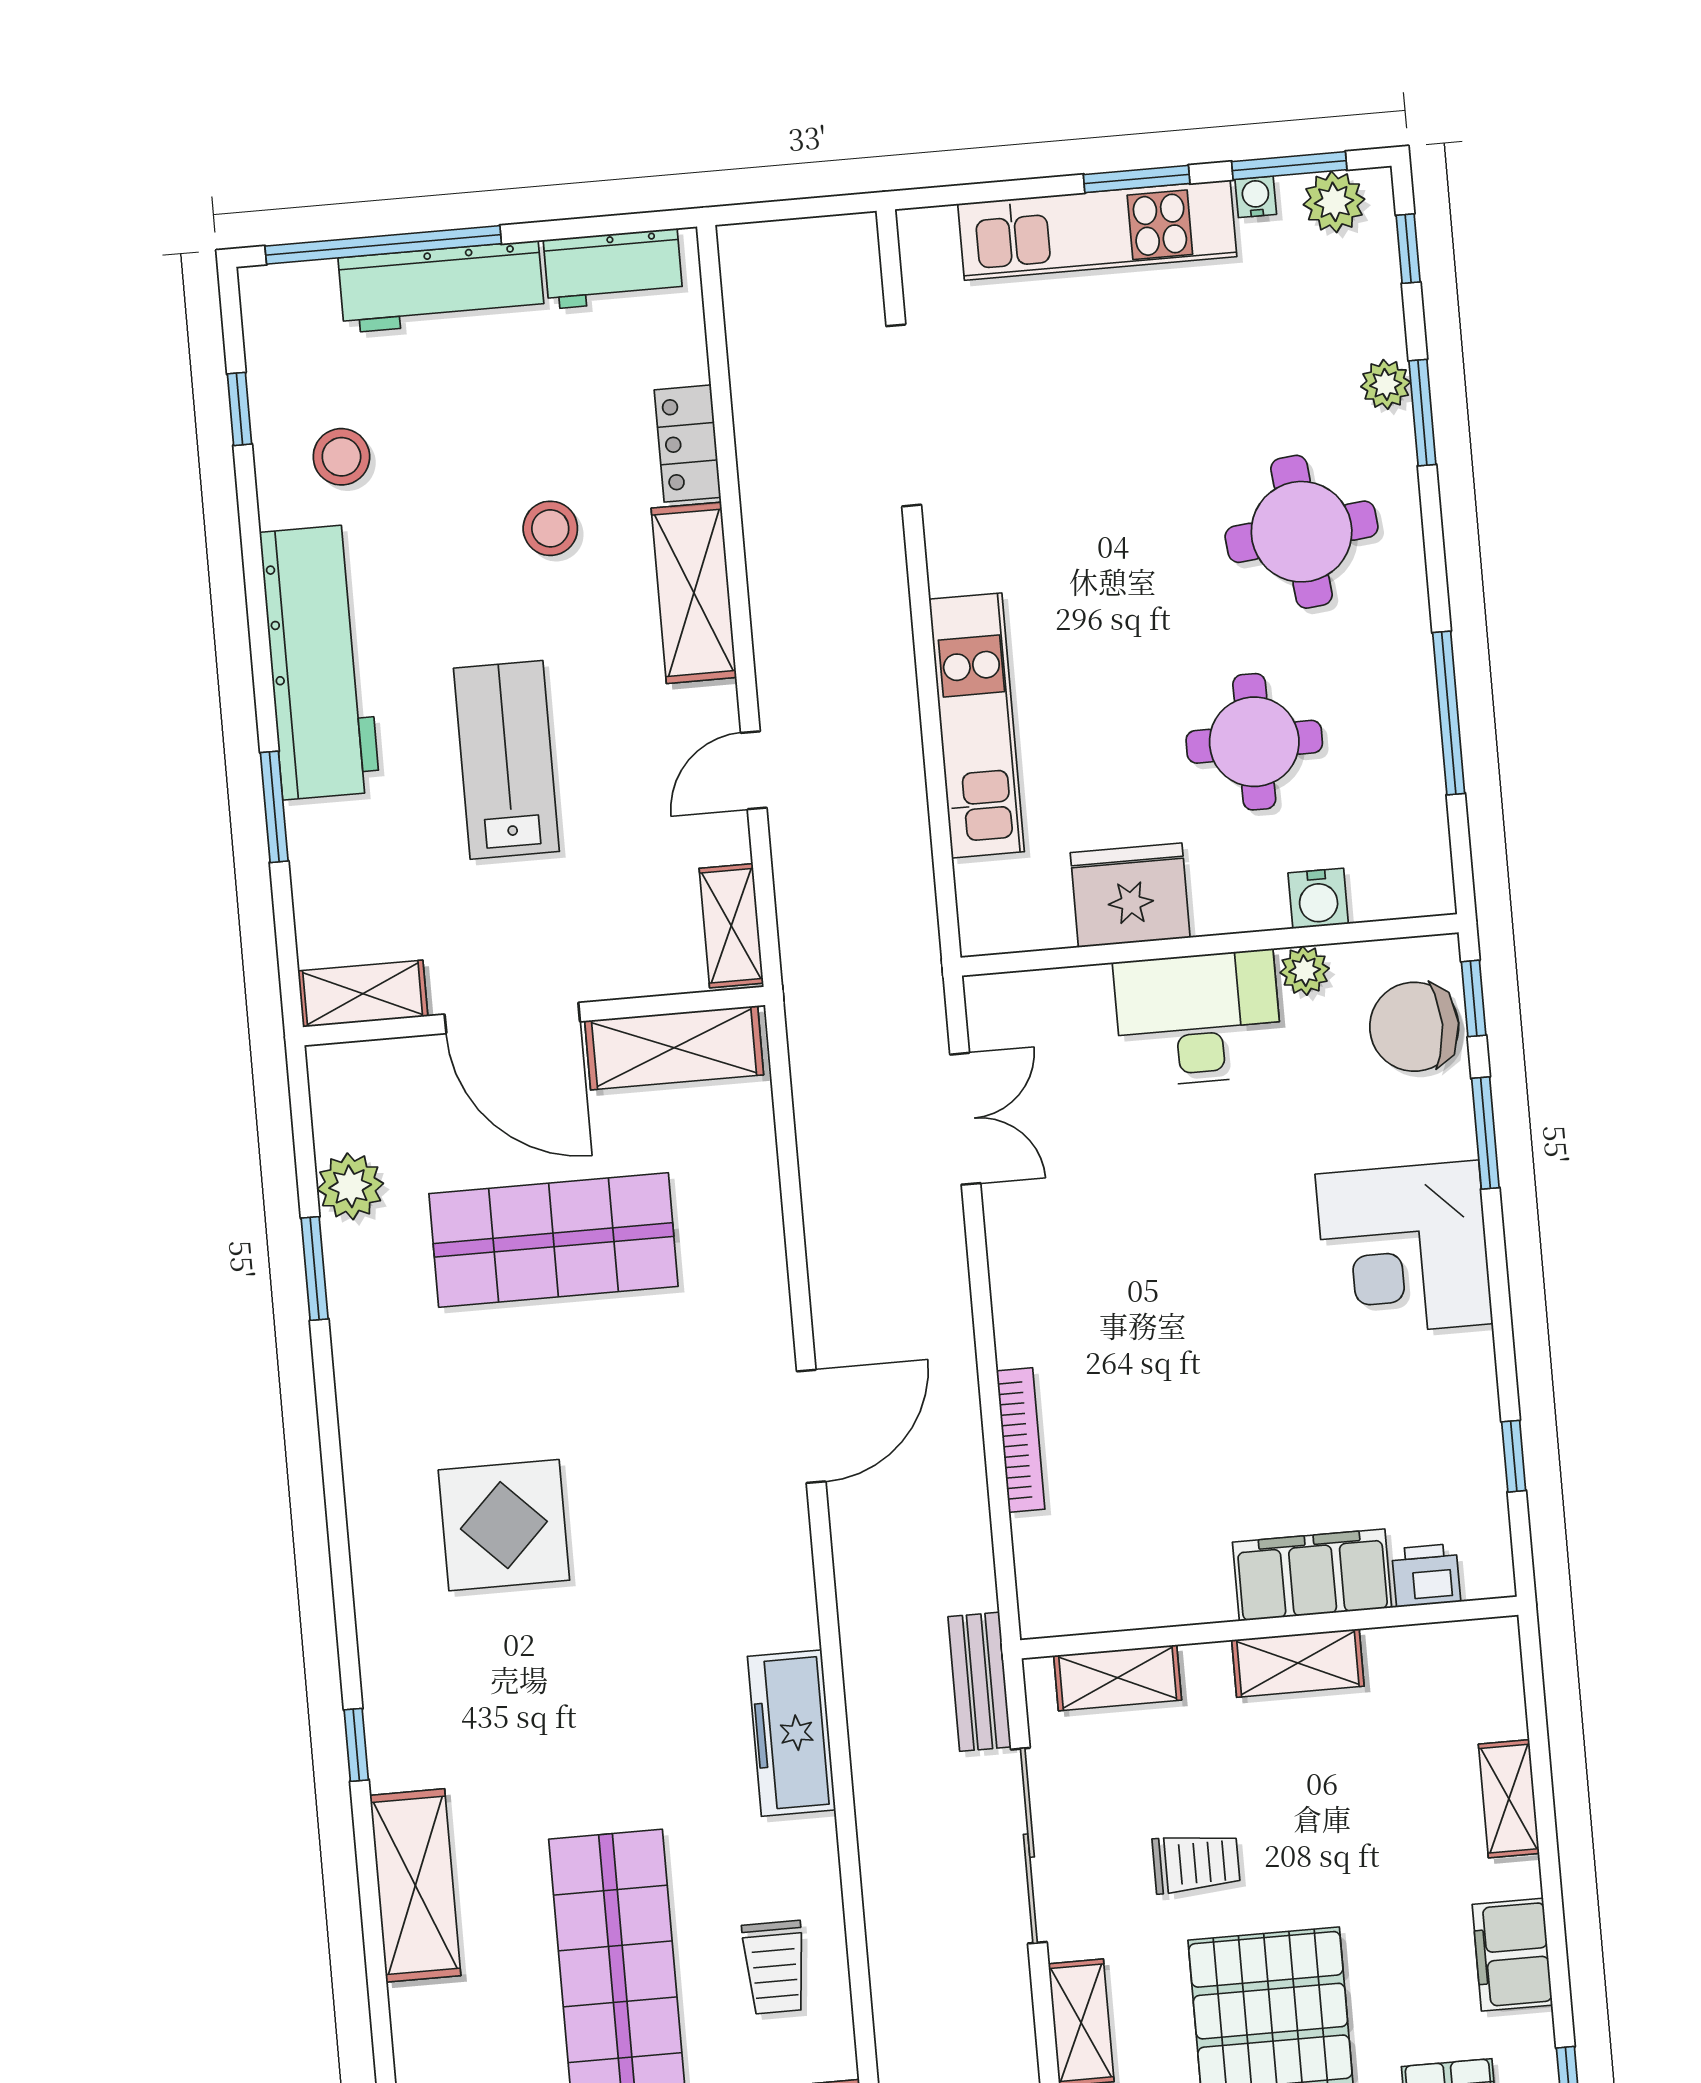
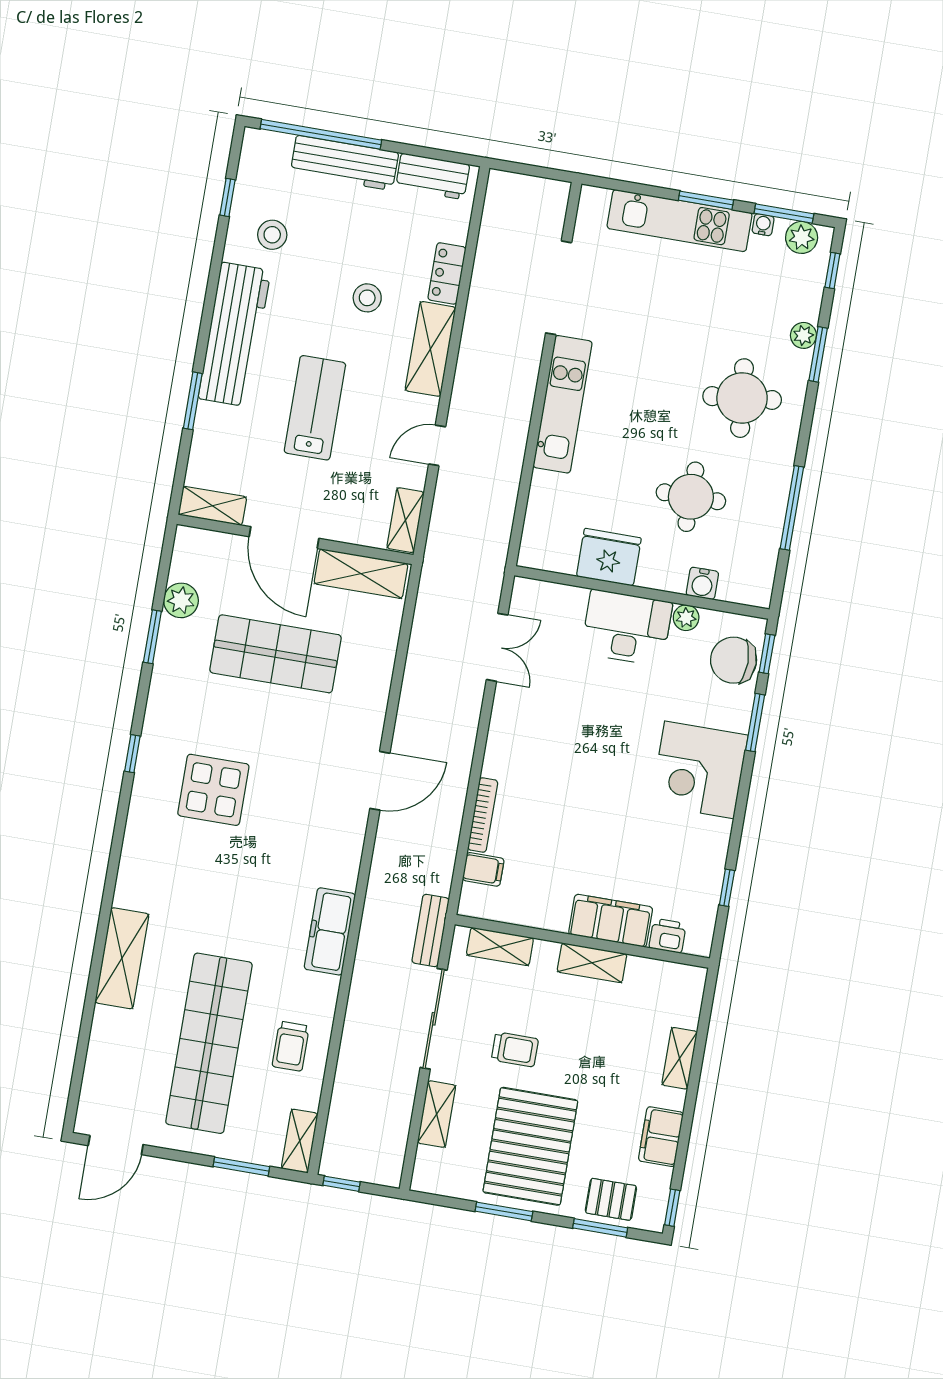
kitchen unit: (977, 725) -> (563, 404), moved
filing cabinet: (1048, 1541) -> (483, 869), added
window: (356, 1745) -> (132, 754), moved

